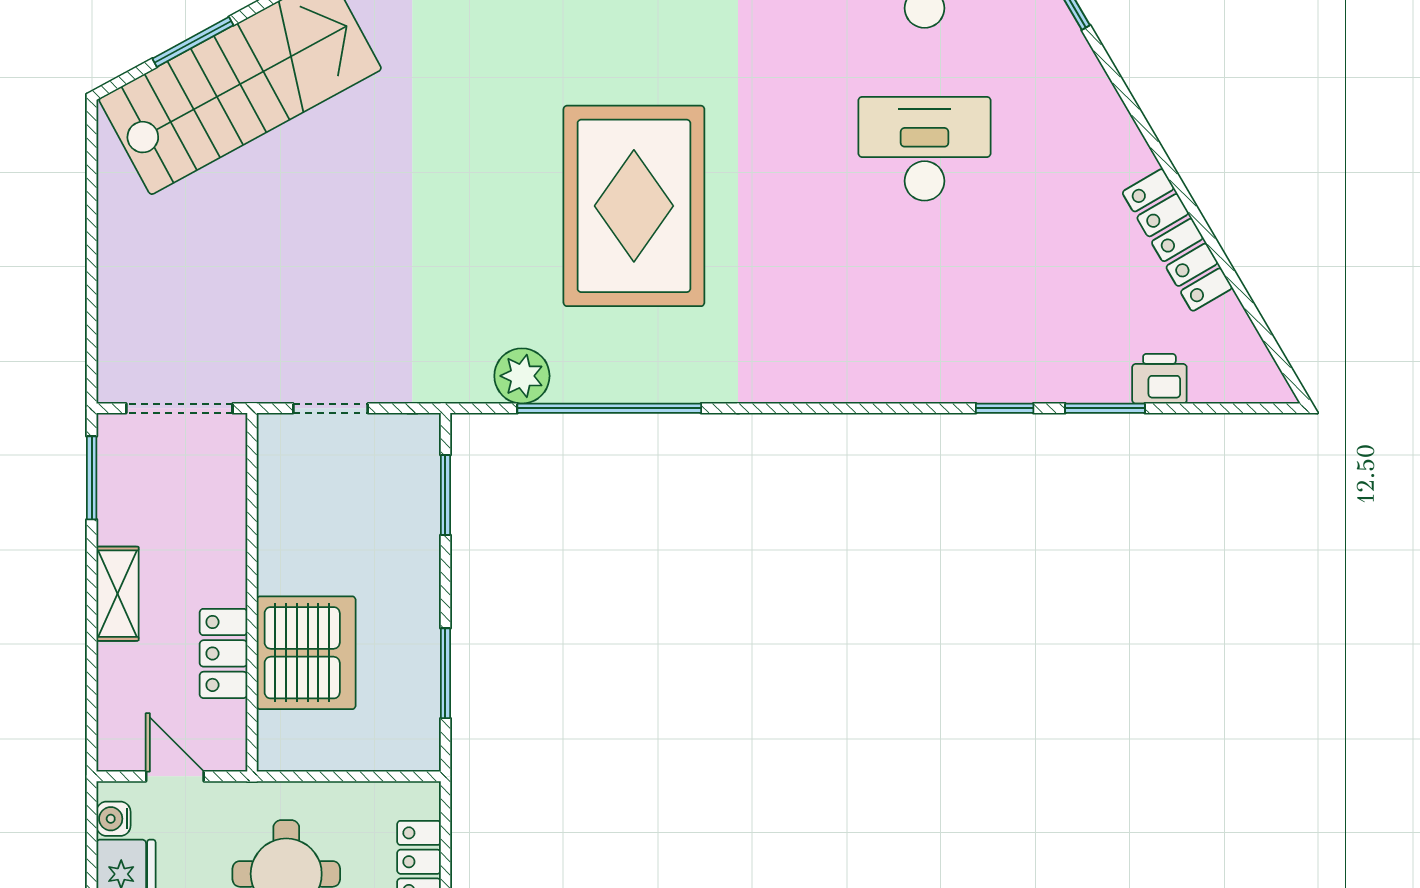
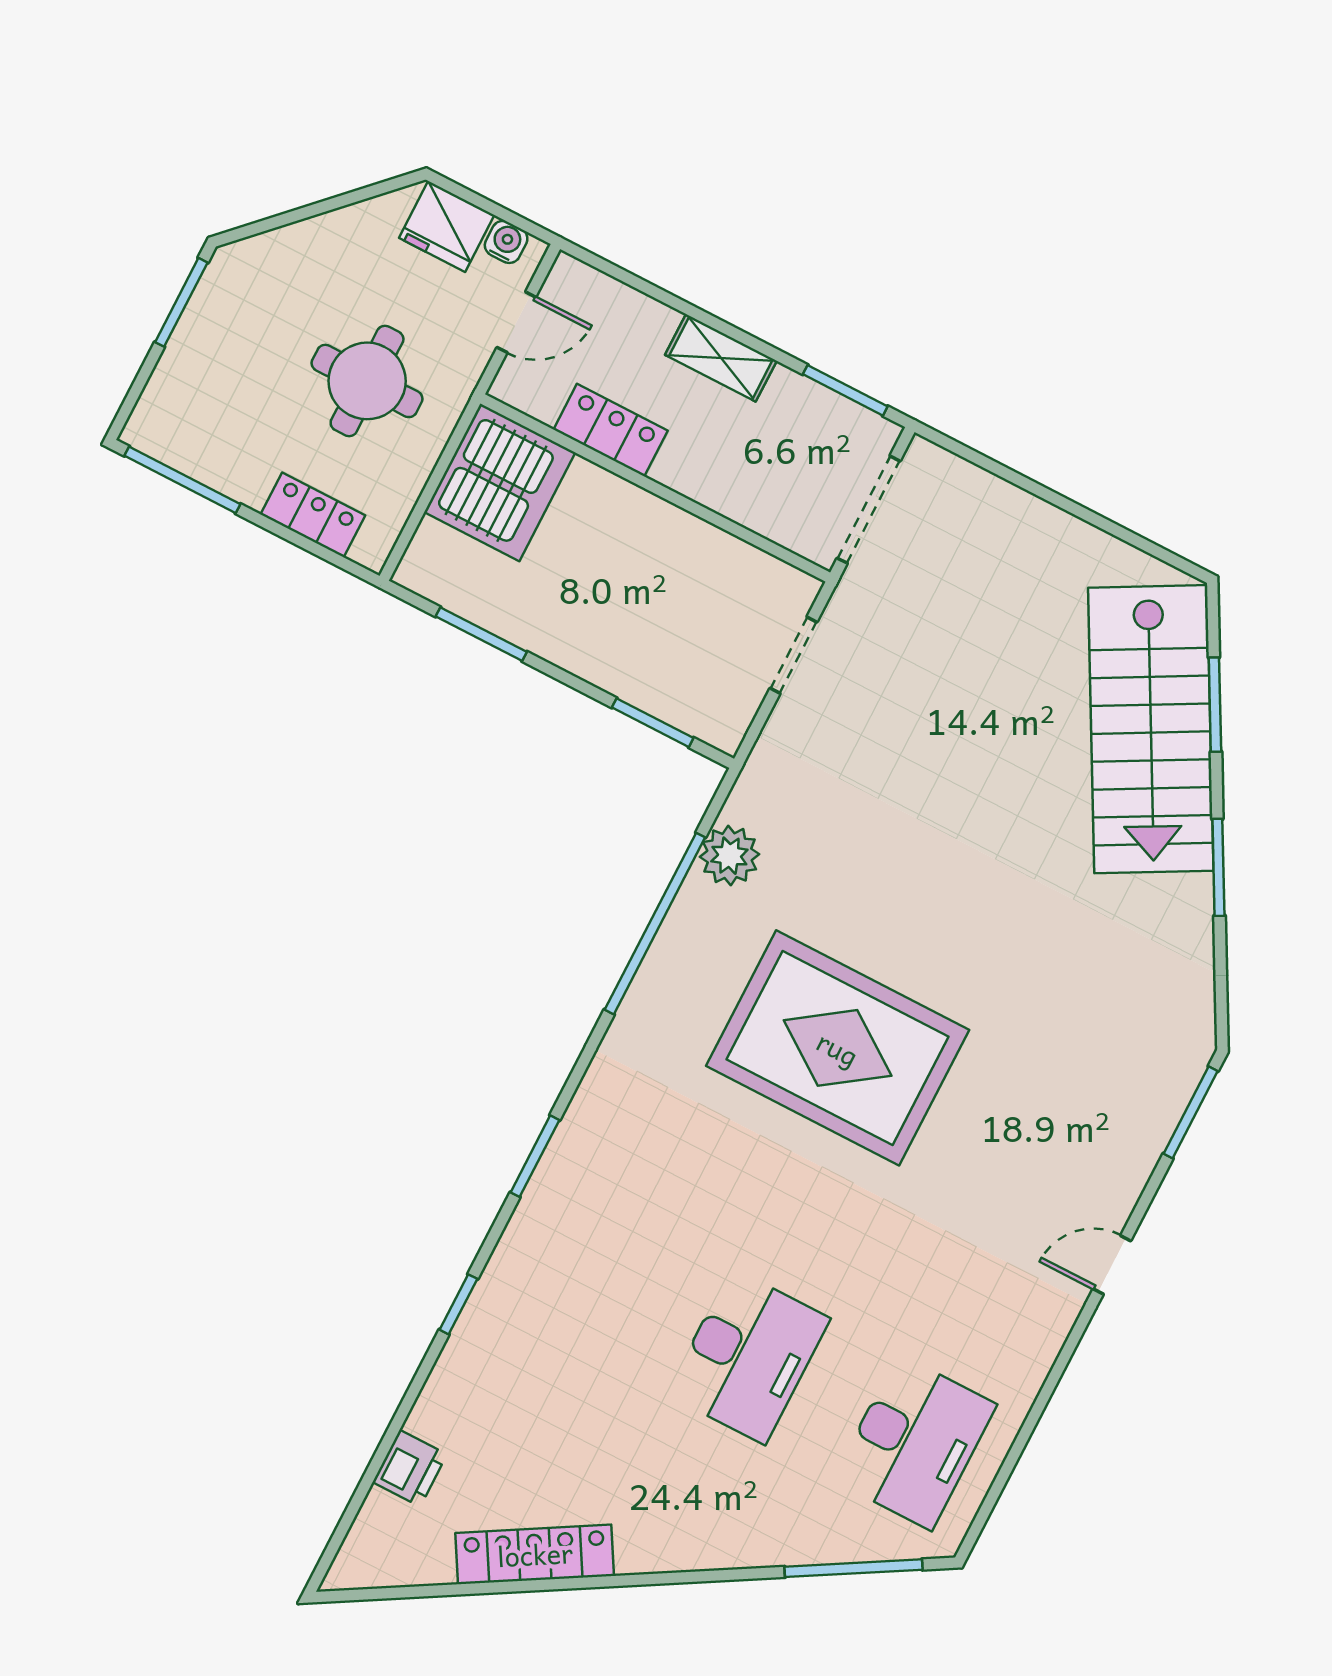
window: (1105, 408) -> (535, 1156), moved
server rack: (306, 653) -> (500, 482), moved, turned -90

